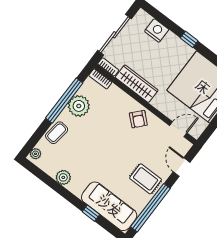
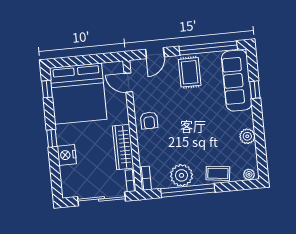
nightstand: (157, 30) -> (67, 155), moved
armchair: (138, 119) -> (149, 120), turned 138

